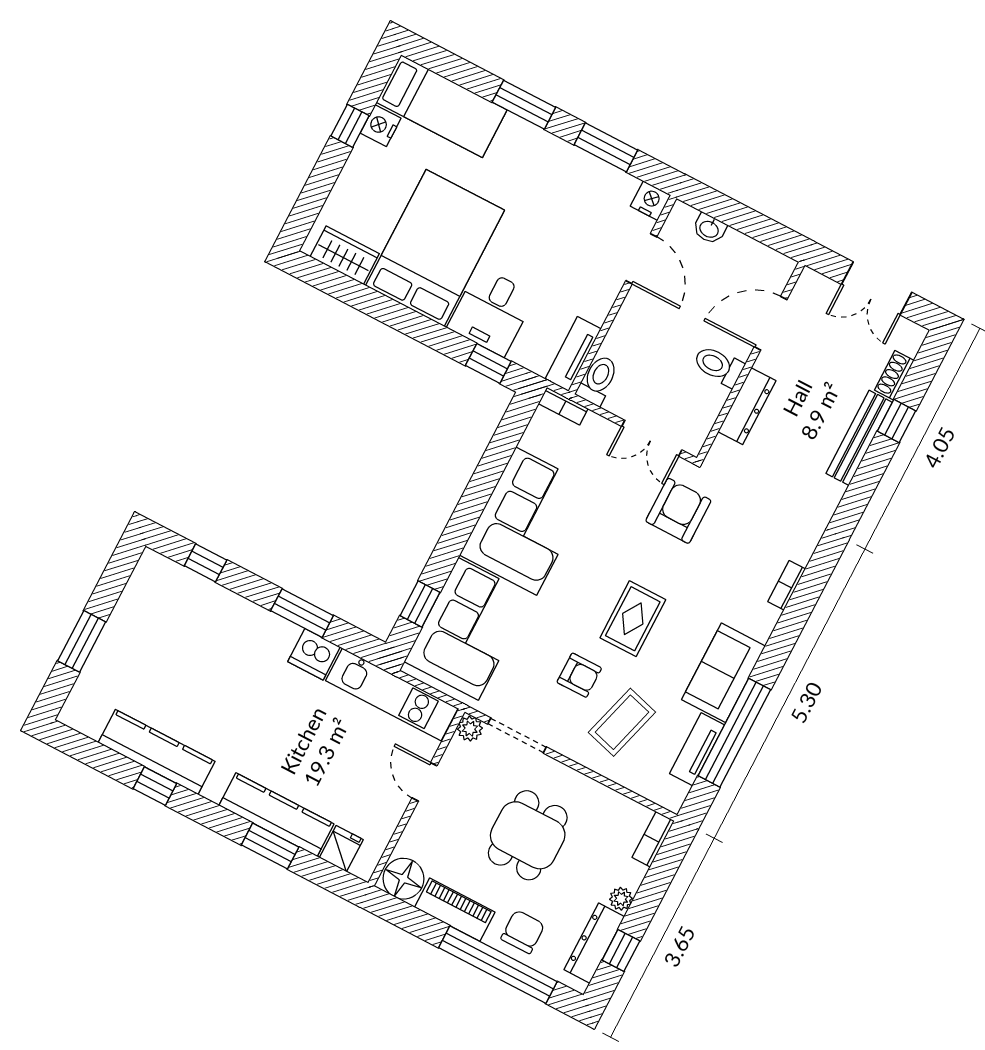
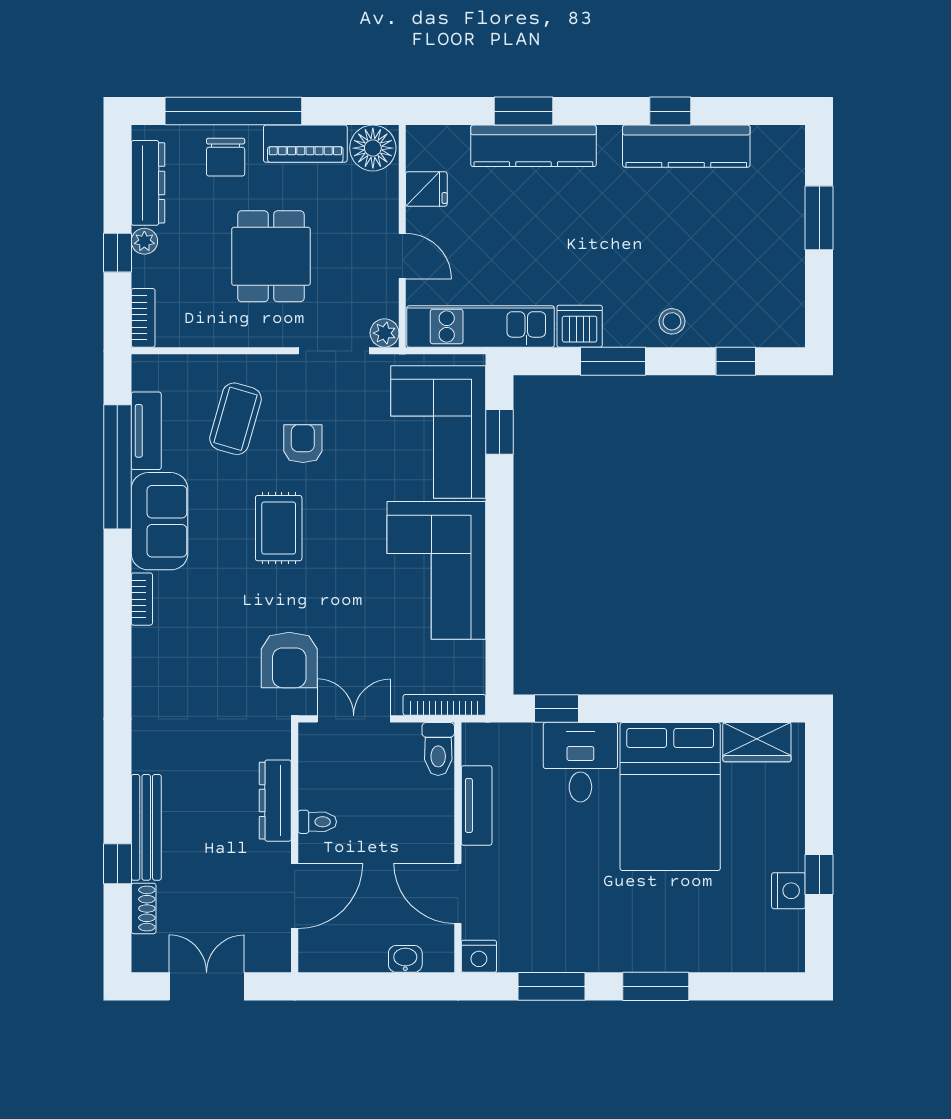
bed: (442, 106) -> (738, 942), removed
tv unit: (573, 354) -> (477, 805), moved
toilet: (719, 366) -> (317, 822), width x0.73, depth x0.72
bookcase: (563, 406) -> (444, 705), width x1.56
bookcase: (787, 585) -> (142, 599), moved
stool: (239, 620) -> (672, 321), added
armchair: (579, 675) -> (303, 444), turned 90
fridge: (341, 849) -> (426, 189), moved, turned -90
window: (621, 950) -> (117, 253), moved

